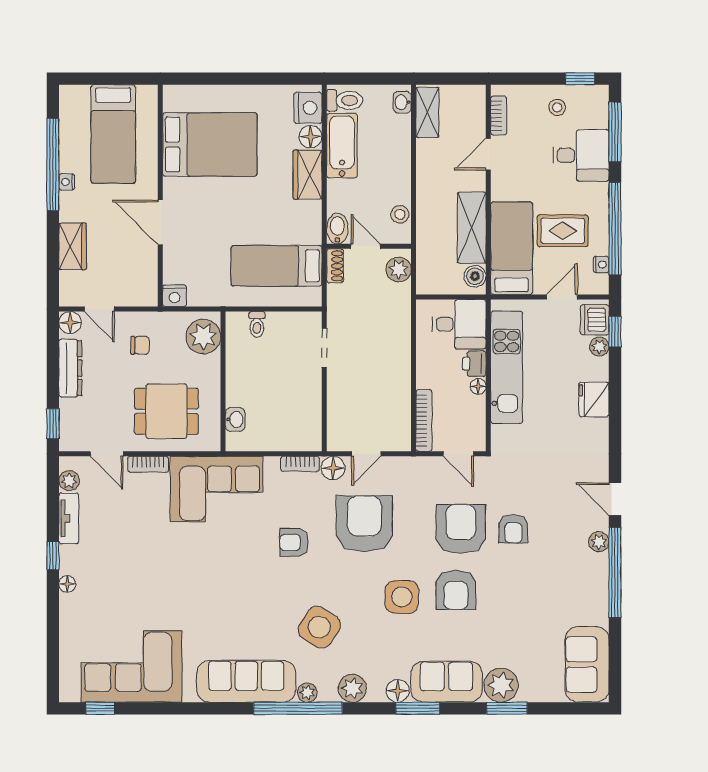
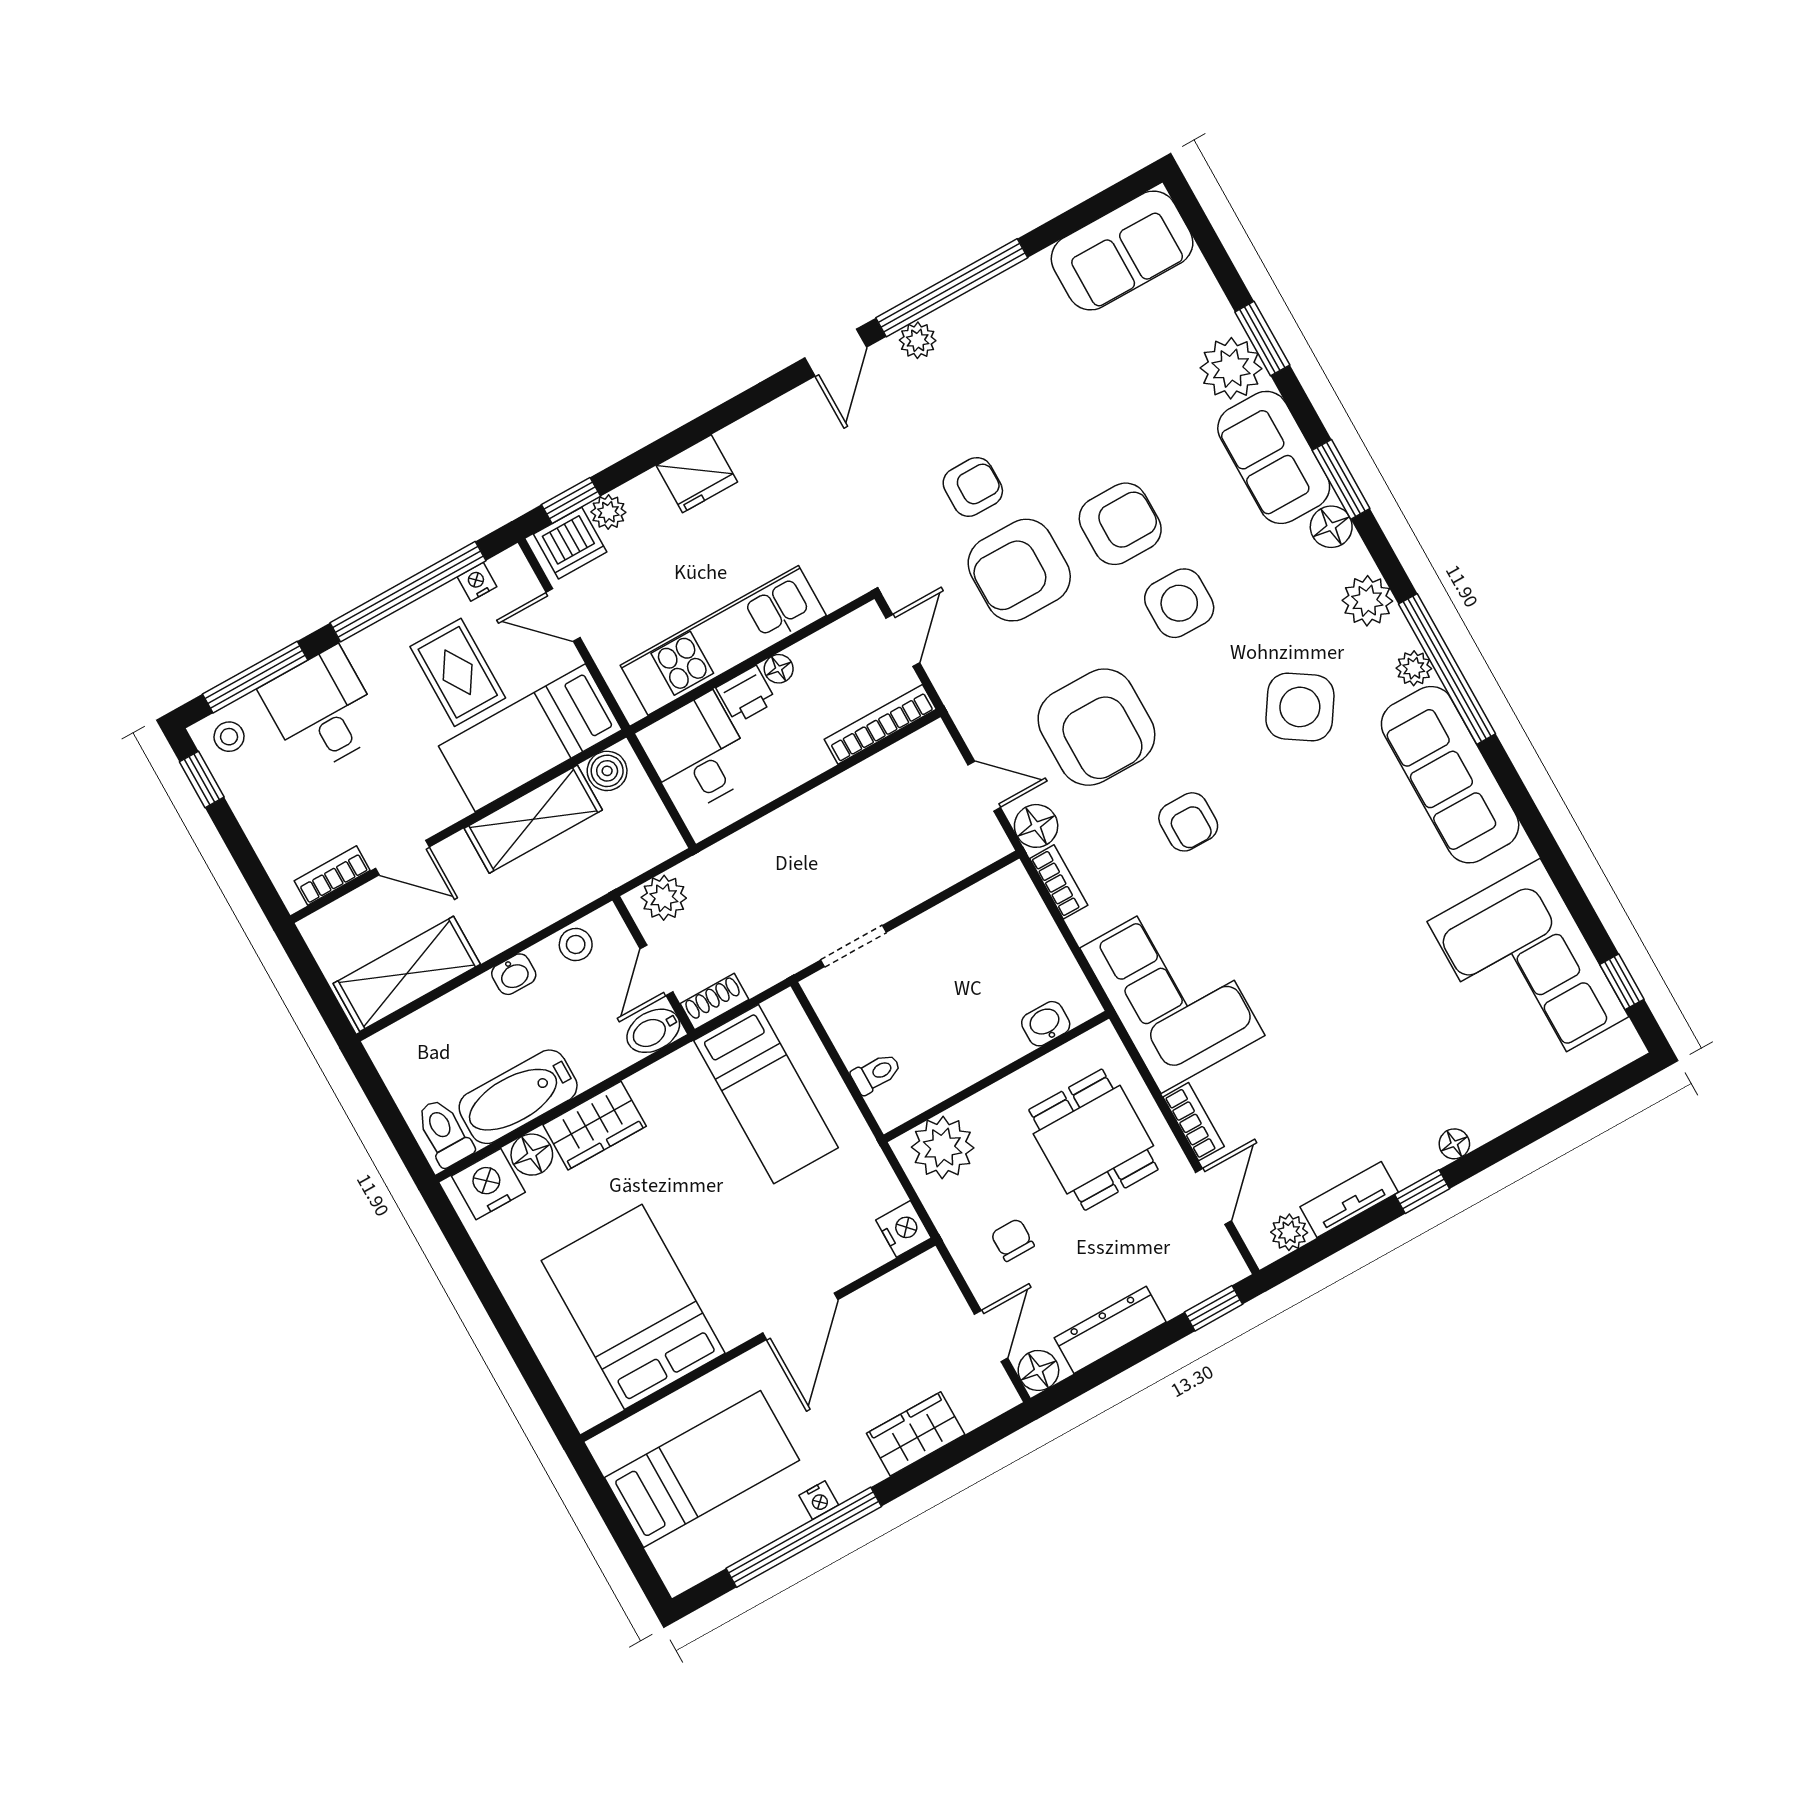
washbasin: (402, 102) -> (514, 974), moved
stool: (557, 107) -> (229, 737), moved
shelving: (427, 112) -> (407, 974), width x1.50, depth x1.33
armchair: (364, 524) -> (1096, 727), turned -90

